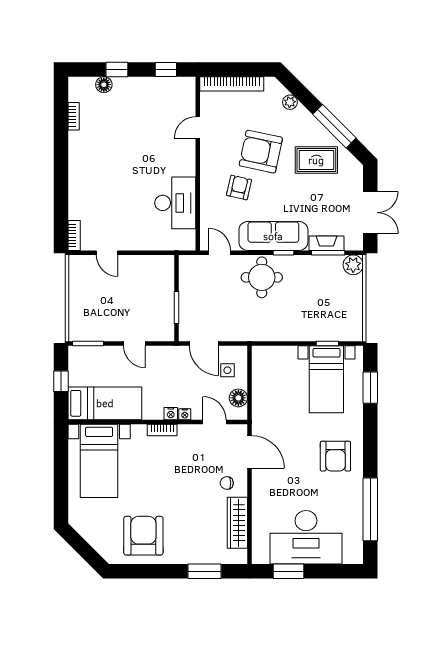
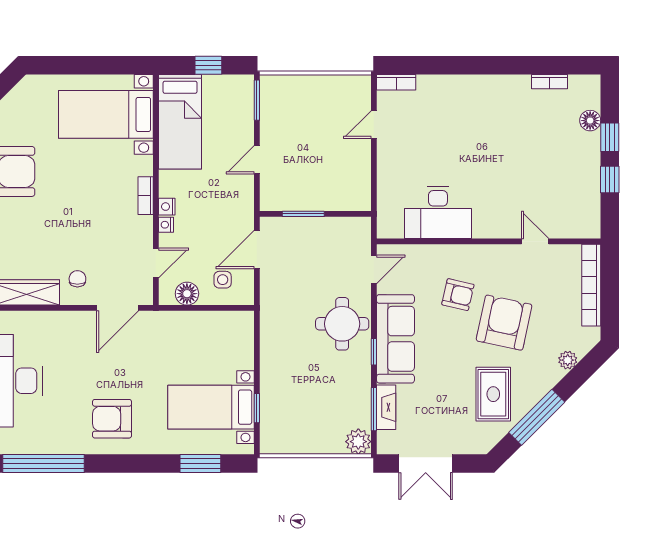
window: (166, 70) -> (610, 180), moved

